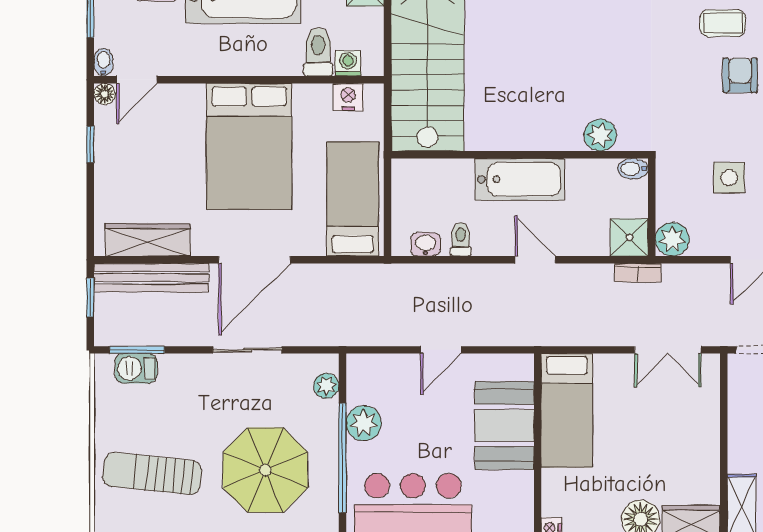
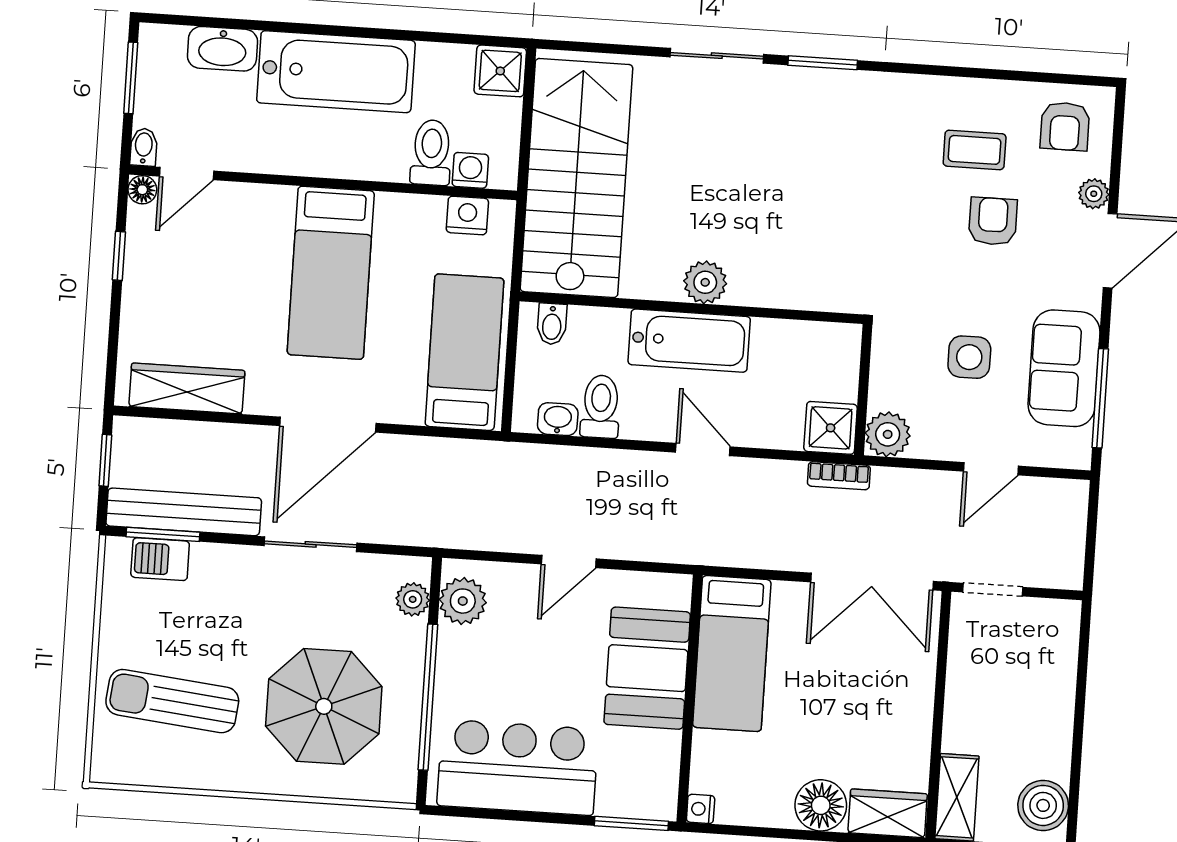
plant: (600, 135) -> (705, 282), moved
bed: (249, 146) -> (331, 273), width x0.67
bidet: (633, 169) -> (552, 324), moved, turned -90
toilet: (461, 239) -> (601, 407), width x1.37, depth x1.39
bench: (151, 278) -> (184, 512), moved
double door: (668, 350) -> (872, 582), width x1.37
plant: (364, 423) -> (463, 601), moved

